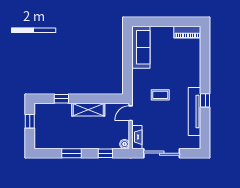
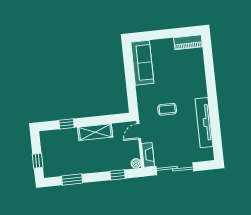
window: (205, 100) -> (214, 110), removed
window: (30, 121) -> (38, 161), moved
window: (71, 153) -> (72, 180), moved

